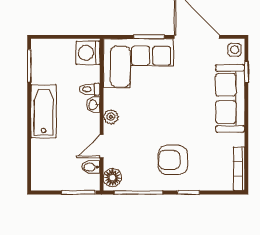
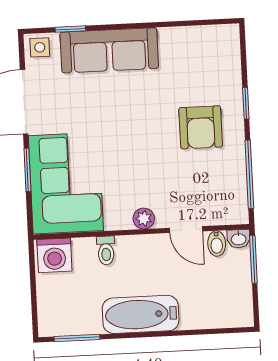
washbasin: (93, 105) -> (239, 239), moved
bookcase: (239, 169) -> (209, 33), removed
floor lamp: (112, 178) -> (230, 212), removed

